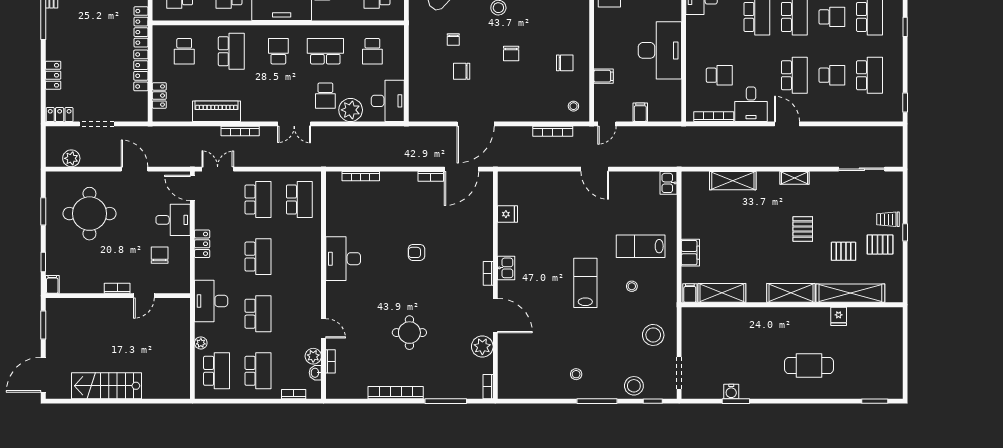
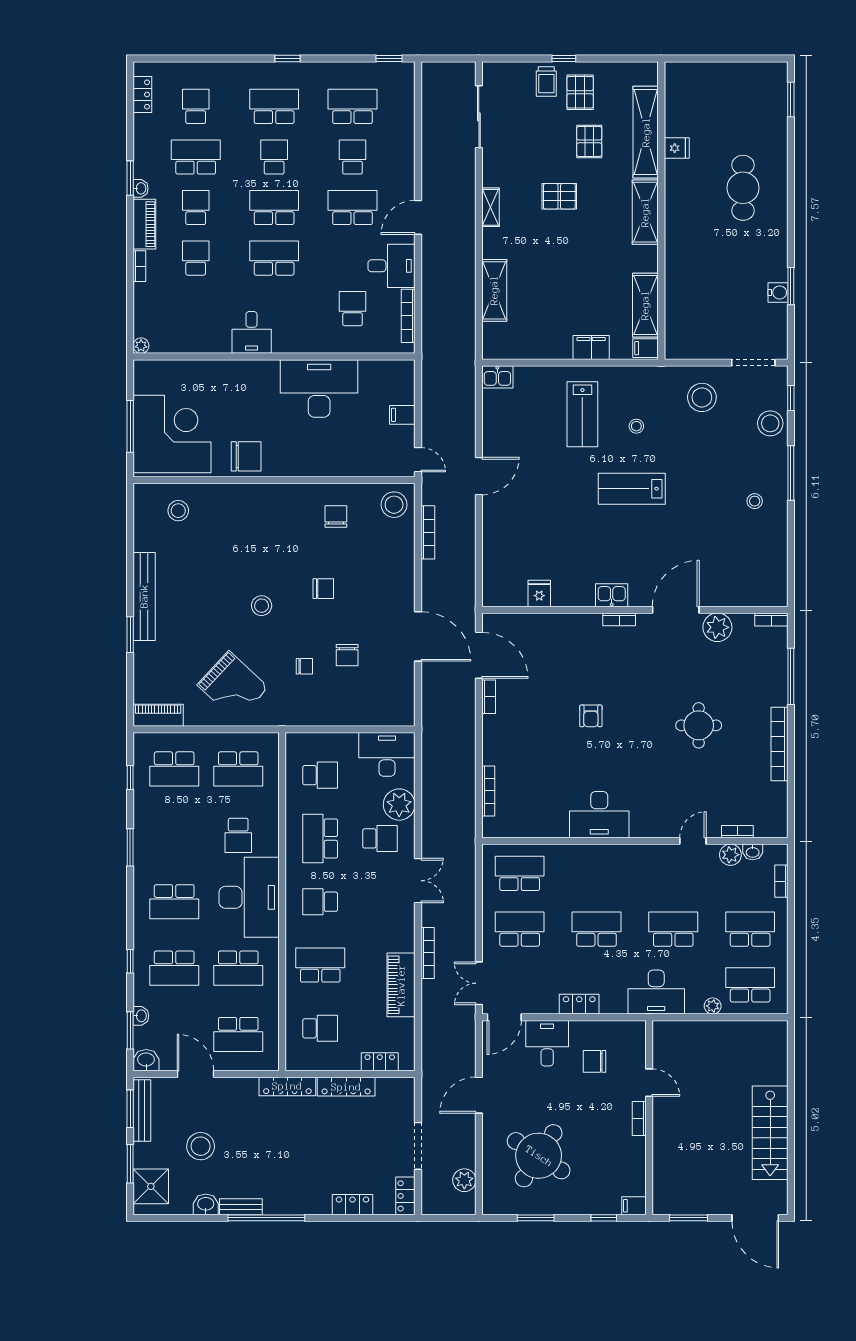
filing cabinet: (604, 76) -> (354, 464), removed
stool: (573, 106) -> (394, 505), width x1.89, depth x1.89
round table: (89, 214) -> (539, 1156), turned 33

